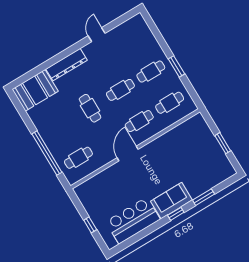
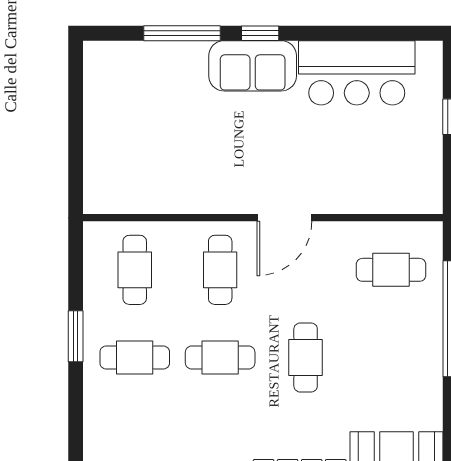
cafe table: (170, 103) -> (135, 270), turned 90
cafe table: (139, 121) -> (220, 270), turned 90
window: (223, 143) -> (76, 121), removed
window: (204, 197) -> (182, 33), width x1.44

